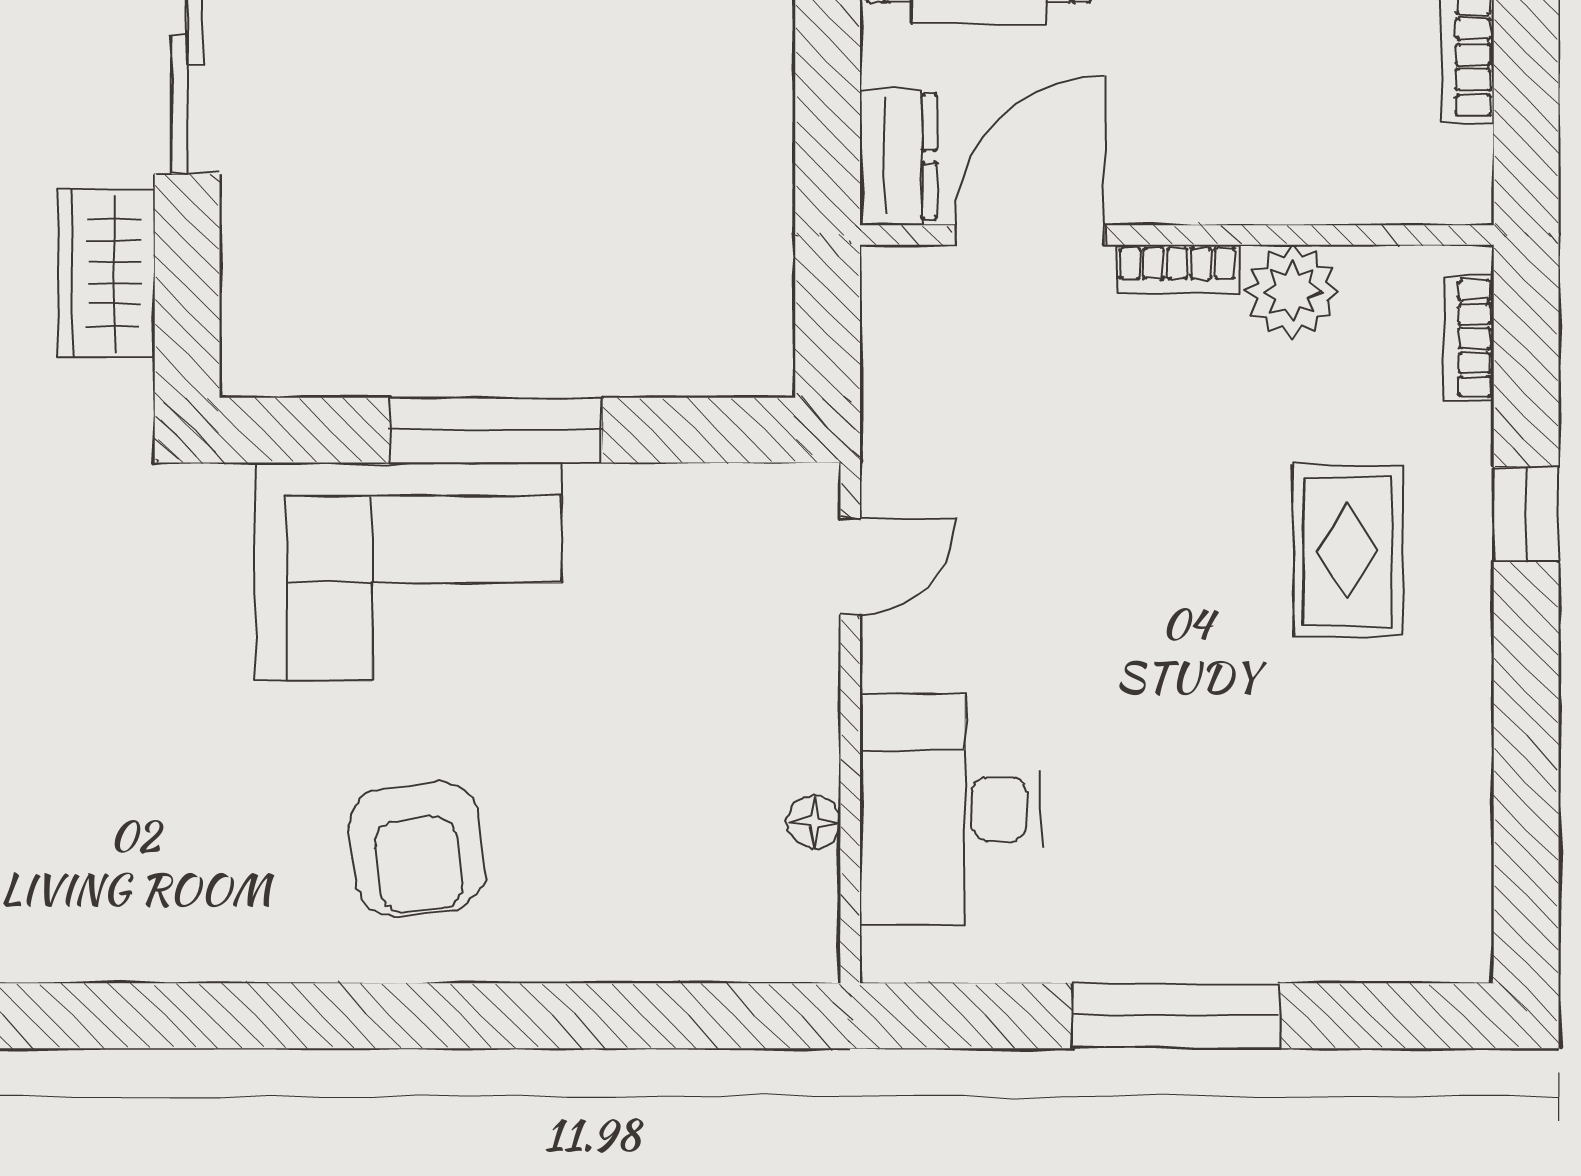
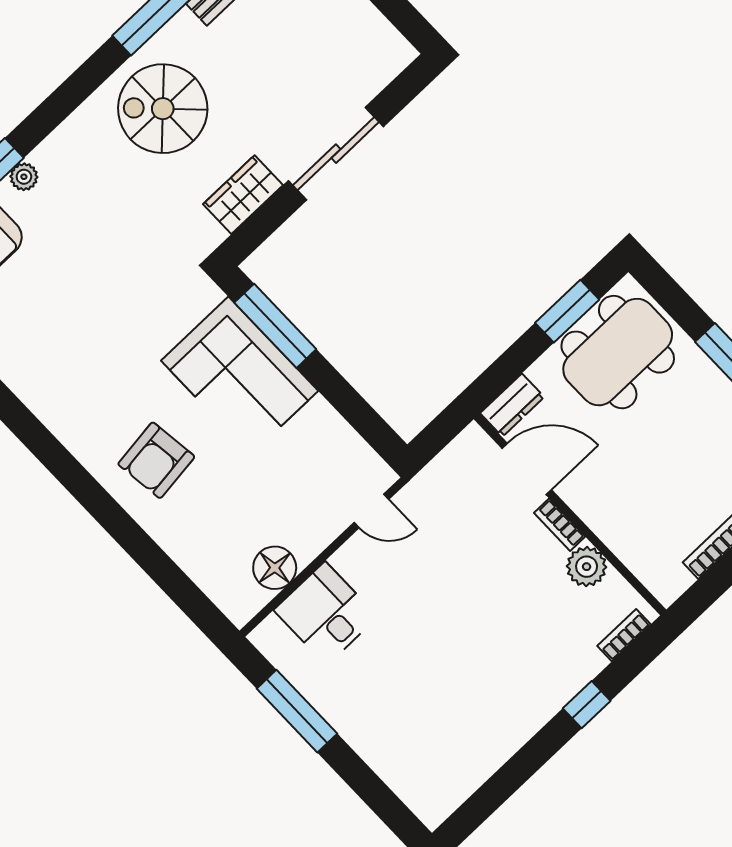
window: (496, 430) -> (275, 326), moved
rug: (1348, 551) -> (523, 660), removed
desk: (950, 809) -> (326, 613), width x0.73
floor lamp: (814, 822) -> (275, 568), width x1.89, depth x1.89
window: (1176, 1016) -> (297, 711), moved

